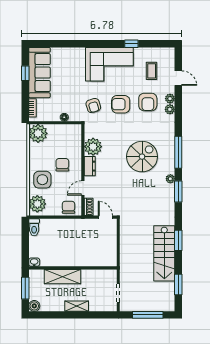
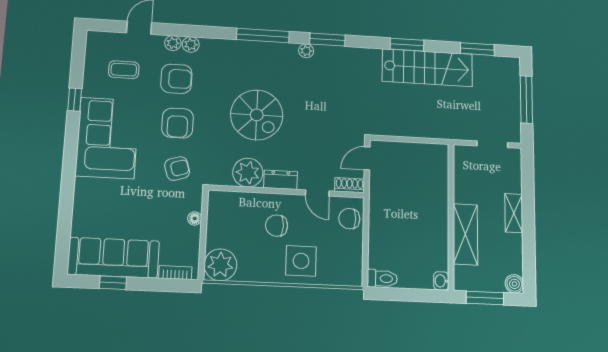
spiral stairs: (142, 157) -> (257, 115), moved, turned 180
plant: (37, 204) -> (342, 271), removed

